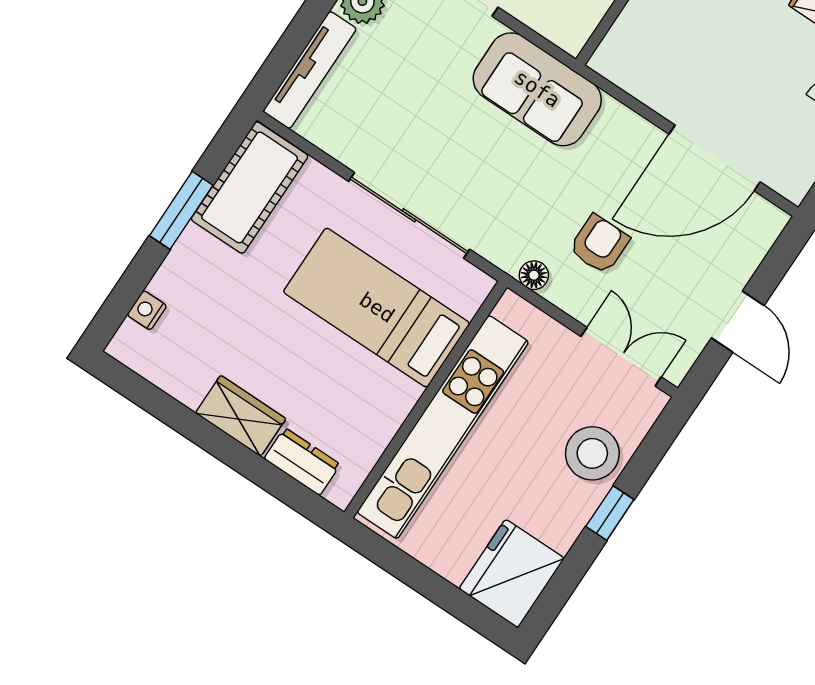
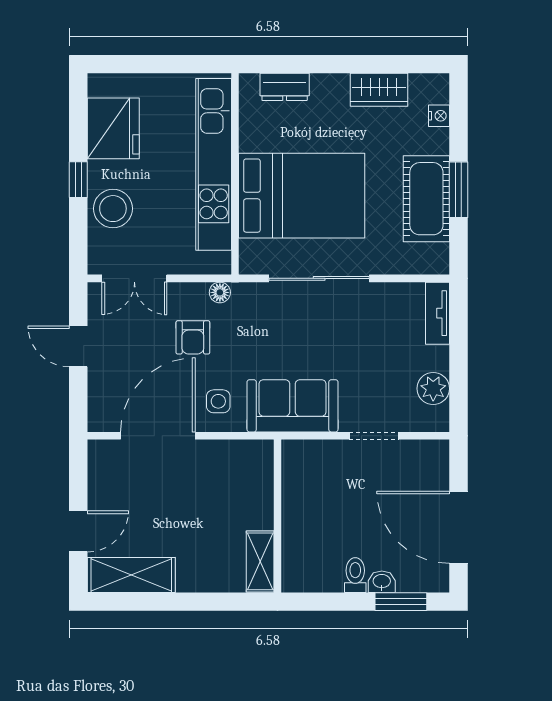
tv unit: (310, 70) -> (437, 313), width x0.71
side table: (619, 151) -> (218, 401), added
cot: (250, 188) -> (426, 199), moved
bed: (377, 308) -> (302, 196), width x1.50
wardrobe: (241, 416) -> (379, 90), moved
fridge: (512, 574) -> (113, 128), moved

